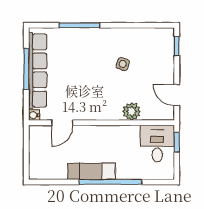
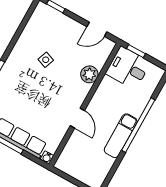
door: (62, 123) -> (77, 118), moved

